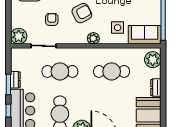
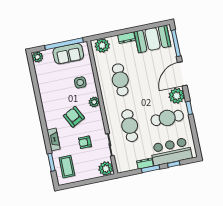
sofa: (145, 35) -> (68, 54), moved, turned -90

